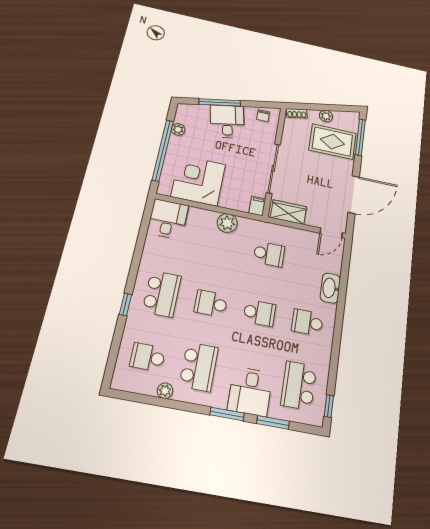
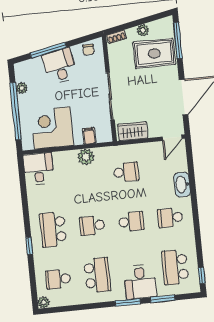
filing cabinet: (257, 206) -> (89, 136), moved
school desk: (162, 294) -> (53, 230), turned 180
plant: (165, 391) -> (44, 302), moved

